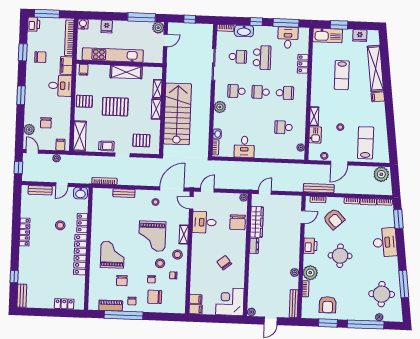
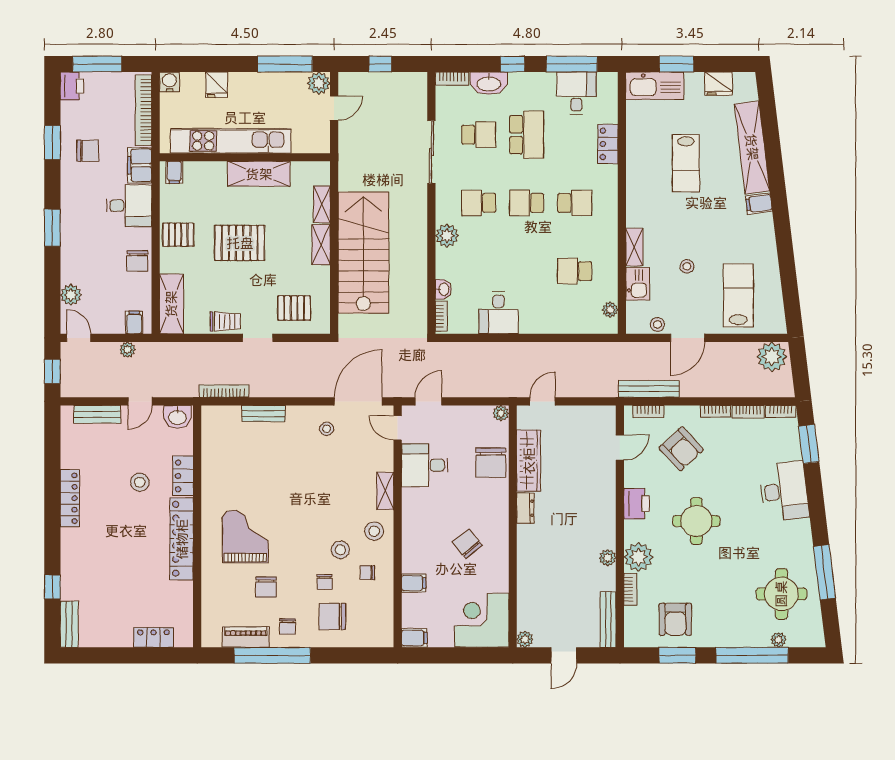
chair: (46, 123) -> (137, 261), moved
grand piano: (152, 236) -> (323, 496), removed
filing cabinet: (196, 299) -> (414, 583), moved

